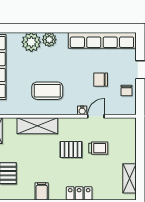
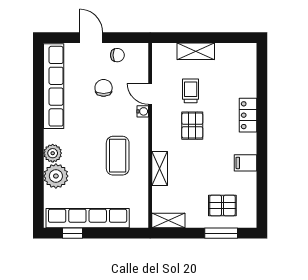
chair: (101, 80) -> (104, 88), turned 180
shelving: (37, 126) -> (160, 168), width x0.67, depth x0.75
shelving: (130, 178) -> (196, 51), moved

